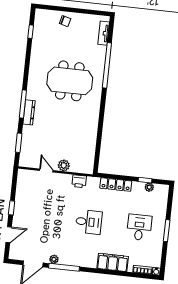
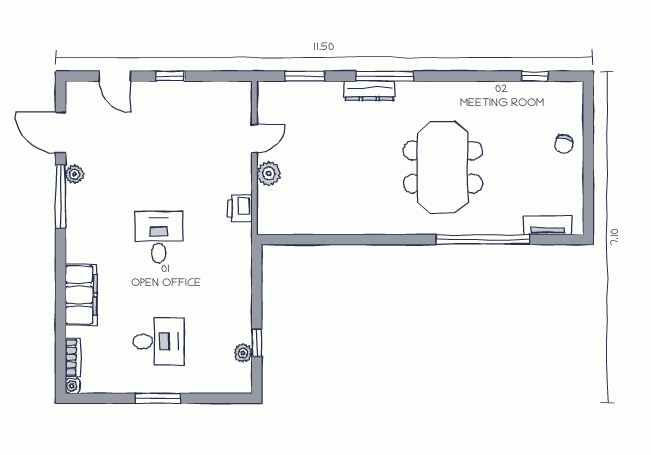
locker: (116, 185) -> (241, 284), removed
desk: (89, 222) -> (159, 237), turned 180

